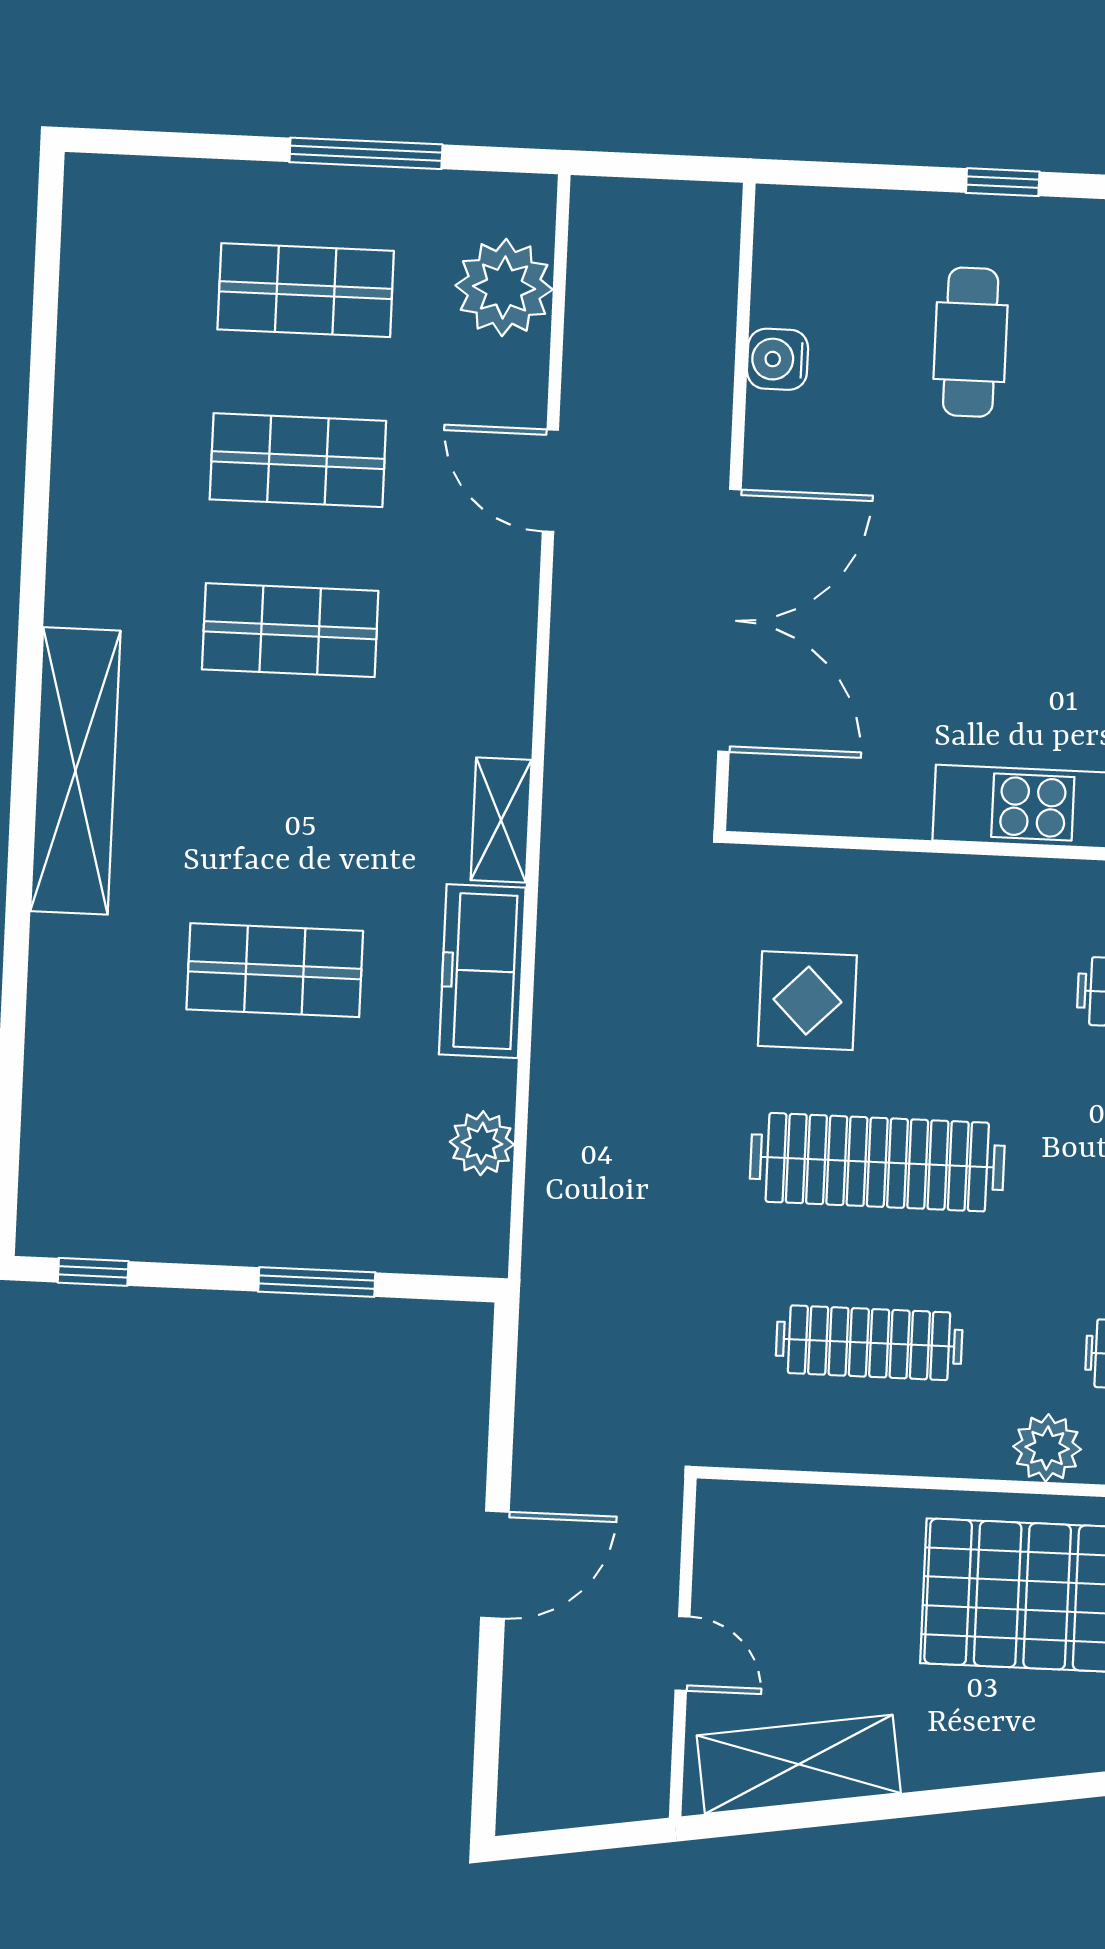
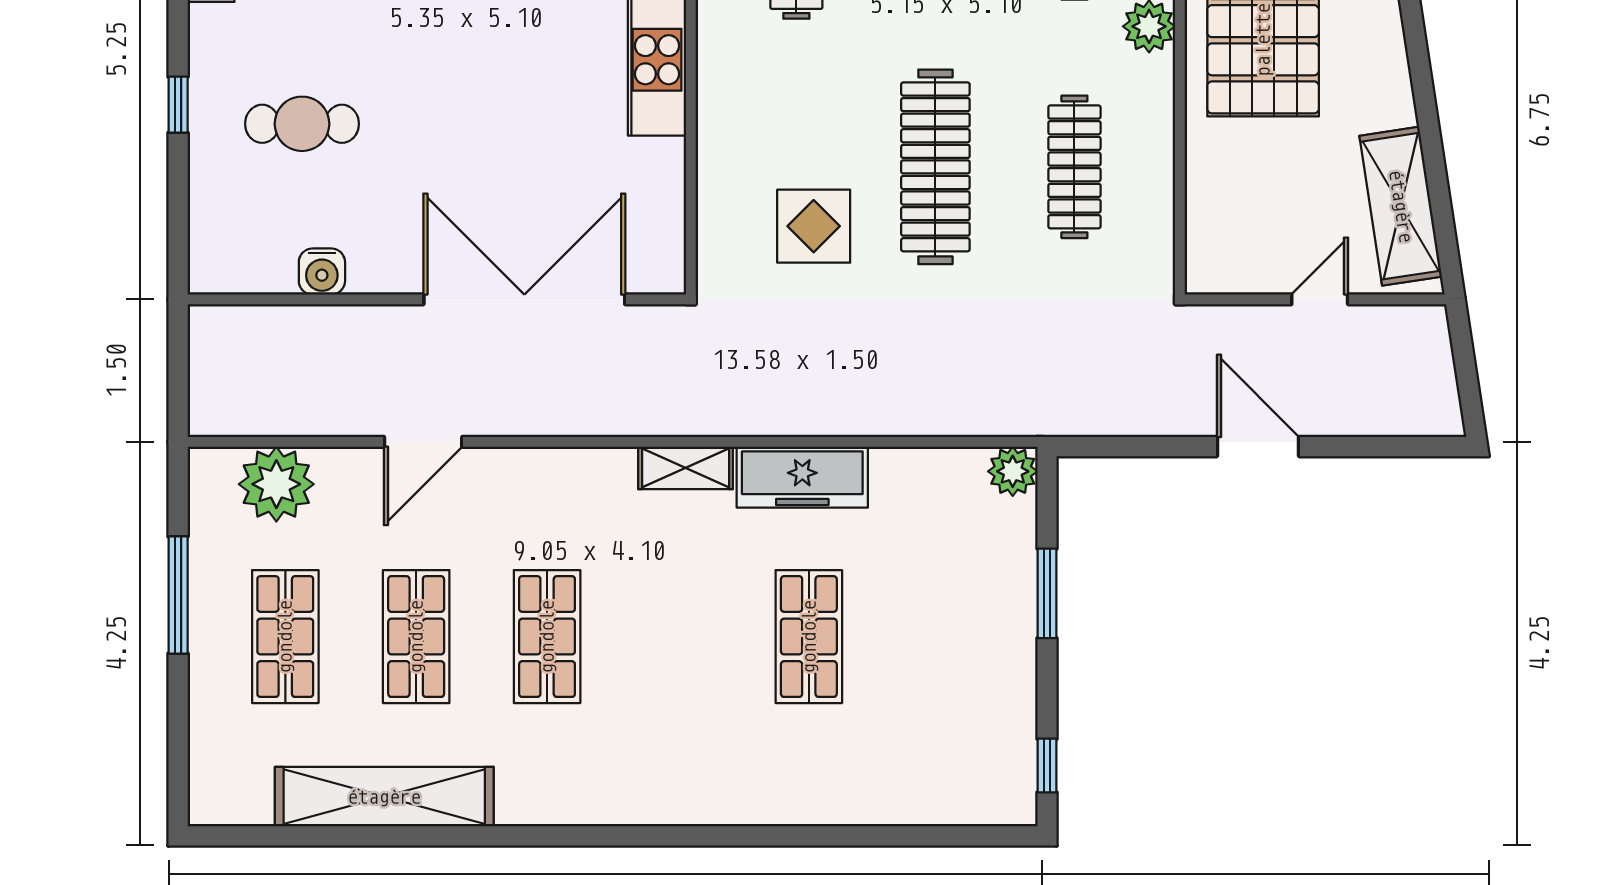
shelving: (75, 771) -> (384, 797), moved
plant: (482, 1143) -> (1013, 471), moved

